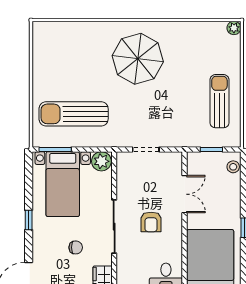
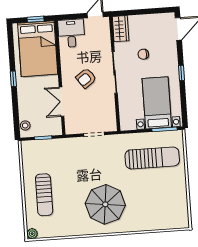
sun lounger: (219, 101) -> (44, 195), moved
plant: (101, 161) -> (128, 123), removed
armchair: (151, 222) -> (86, 78), turned -126

